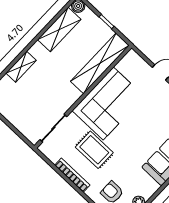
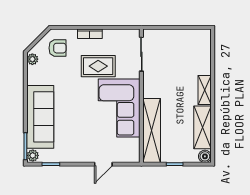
shelving: (21, 67) -> (205, 90), moved
bookcase: (72, 175) -> (90, 34), width x0.64

